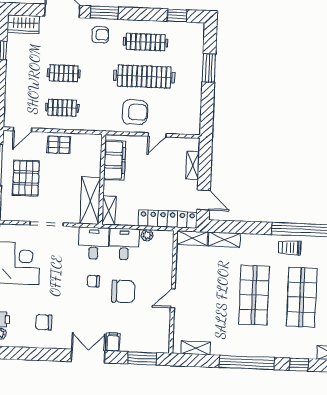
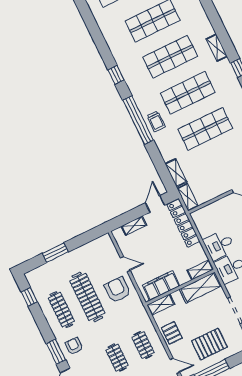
shelving: (95, 149) -> (161, 305), added
plant: (147, 235) -> (203, 232), removed

